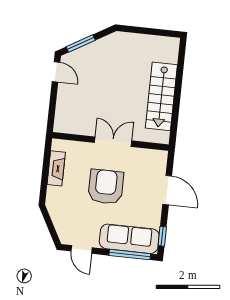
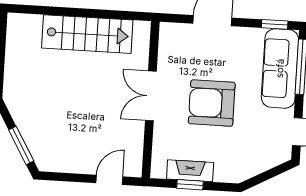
door: (56, 72) -> (109, 180), moved
window: (46, 168) -> (190, 185), added

